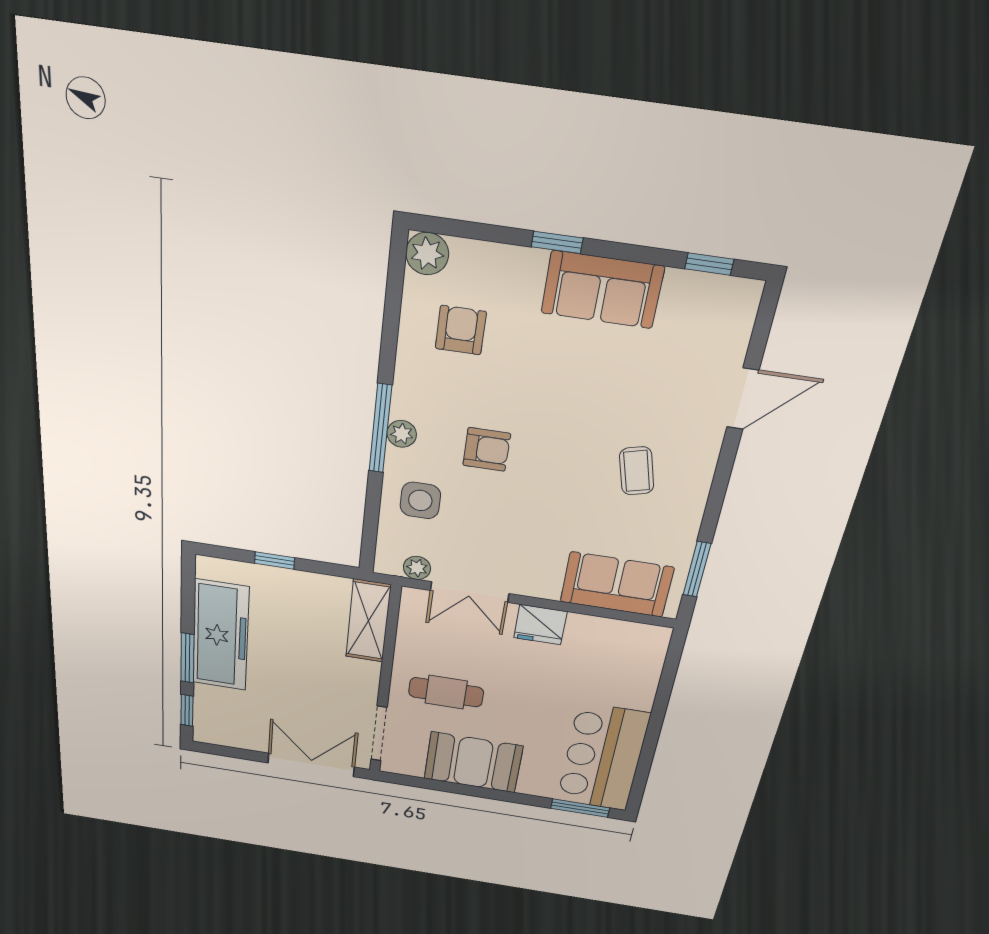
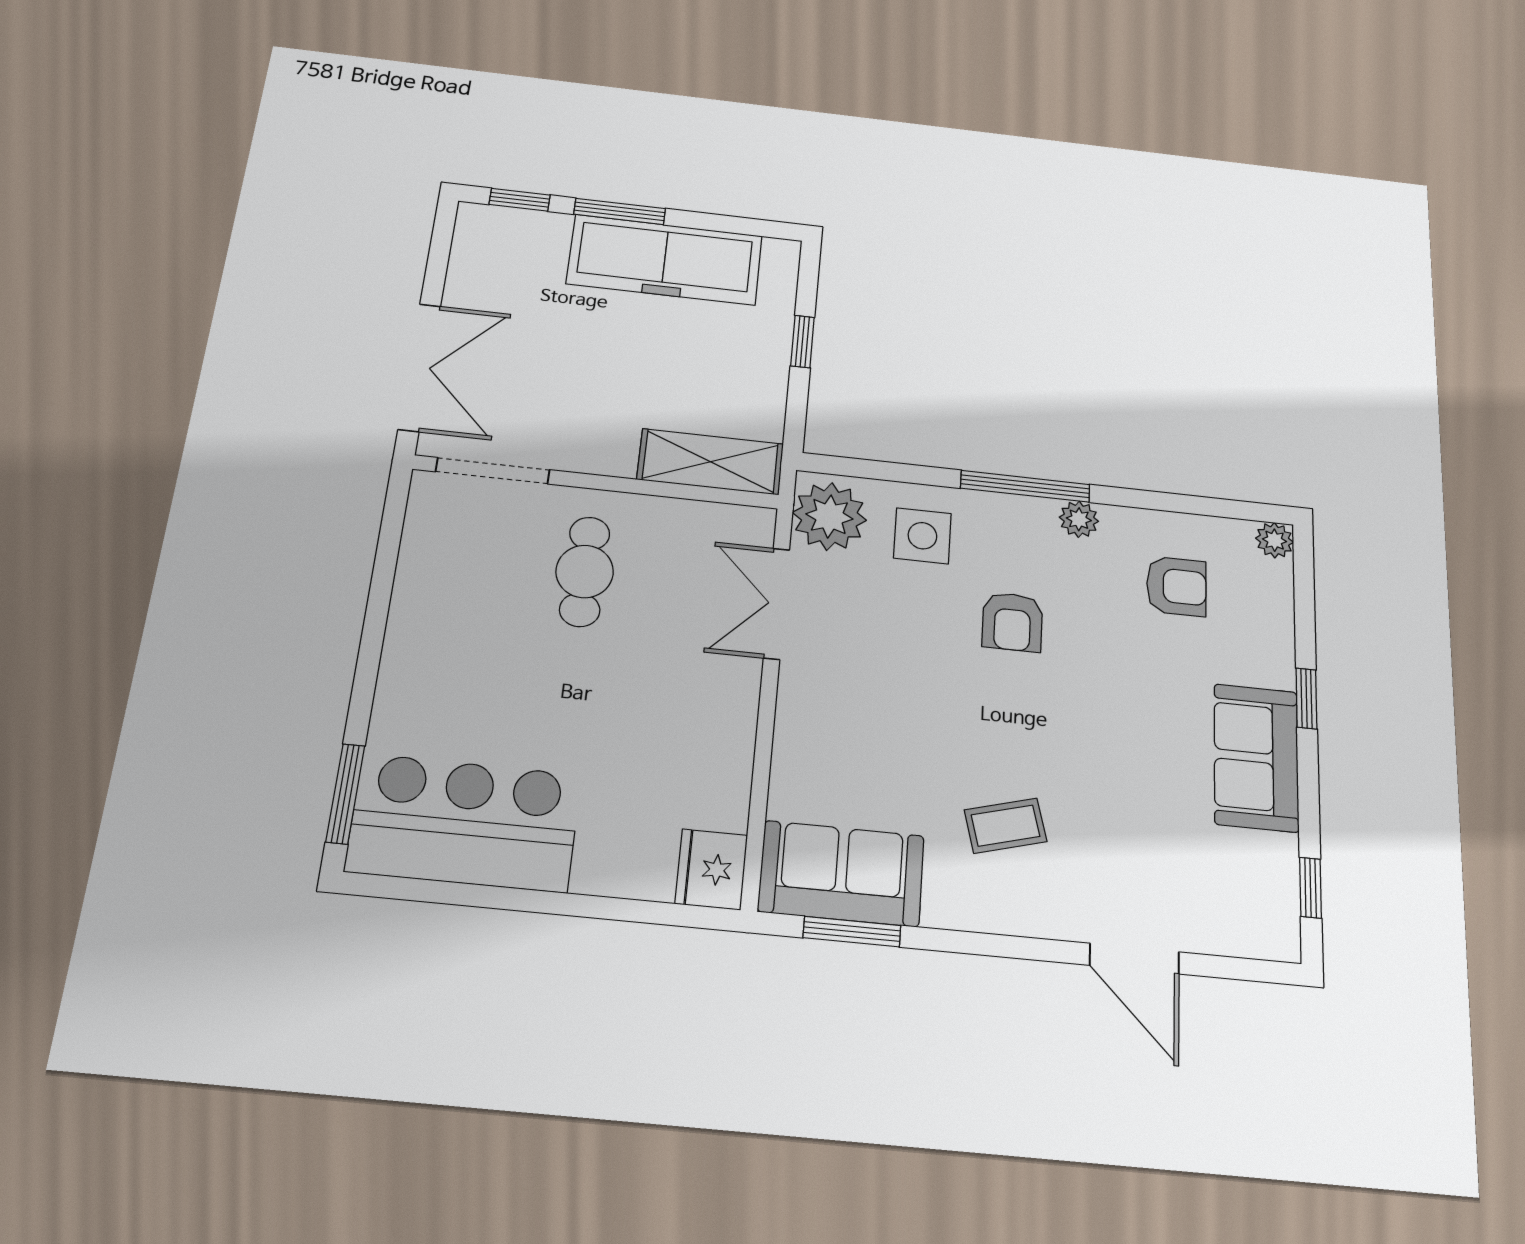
plant: (427, 254) -> (1275, 540), width x0.73, depth x0.73
plant: (402, 434) -> (1079, 519), moved
plant: (417, 568) -> (829, 516), width x1.88, depth x1.88
sofa: (617, 585) -> (841, 873), moved, turned -90
fridge: (540, 625) -> (711, 869), moved
booth: (473, 762) -> (440, 615), removed

